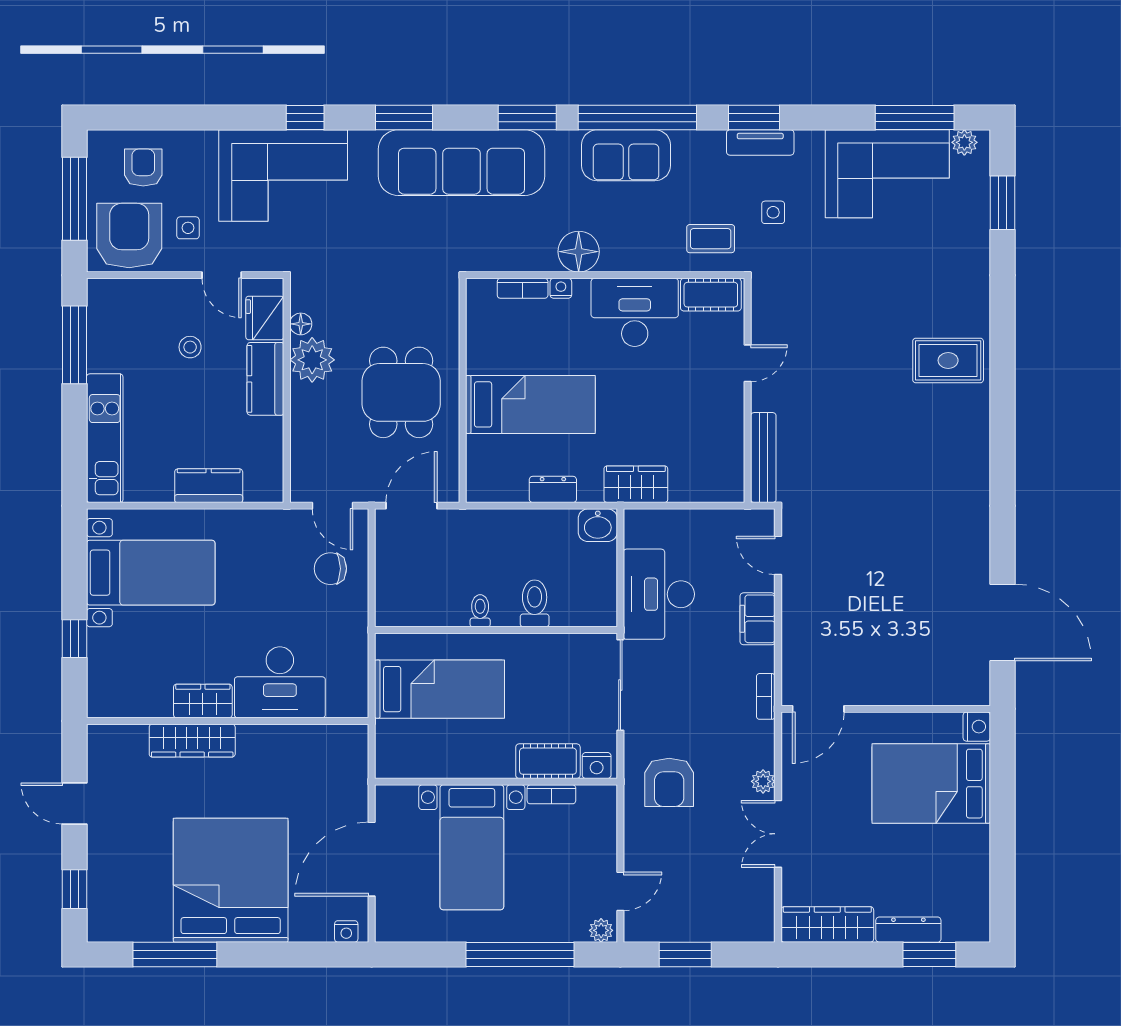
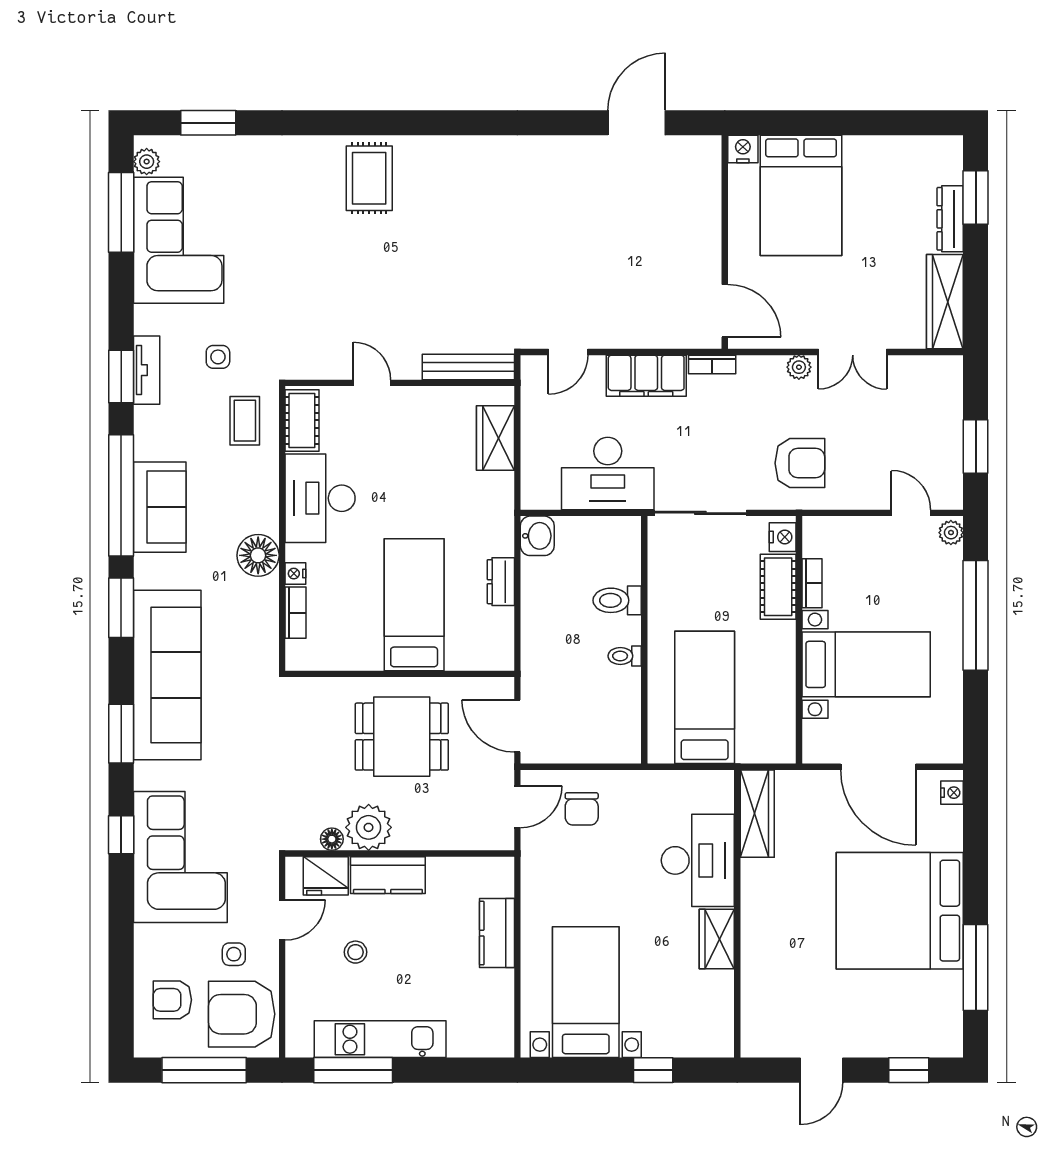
kitchen unit: (105, 438) -> (380, 1039), moved
wardrobe: (636, 484) -> (495, 438), moved
filing cabinet: (758, 619) -> (646, 376), width x1.50, depth x1.17
door: (1002, 622) -> (637, 123), width x0.73
wardrobe: (192, 741) -> (757, 814), moved

